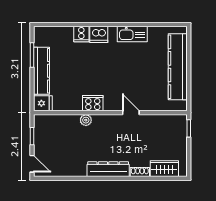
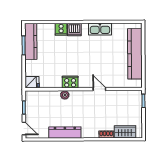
kitchen counter: (42, 71) -> (31, 41), moved
dresser: (108, 169) -> (65, 132), moved

